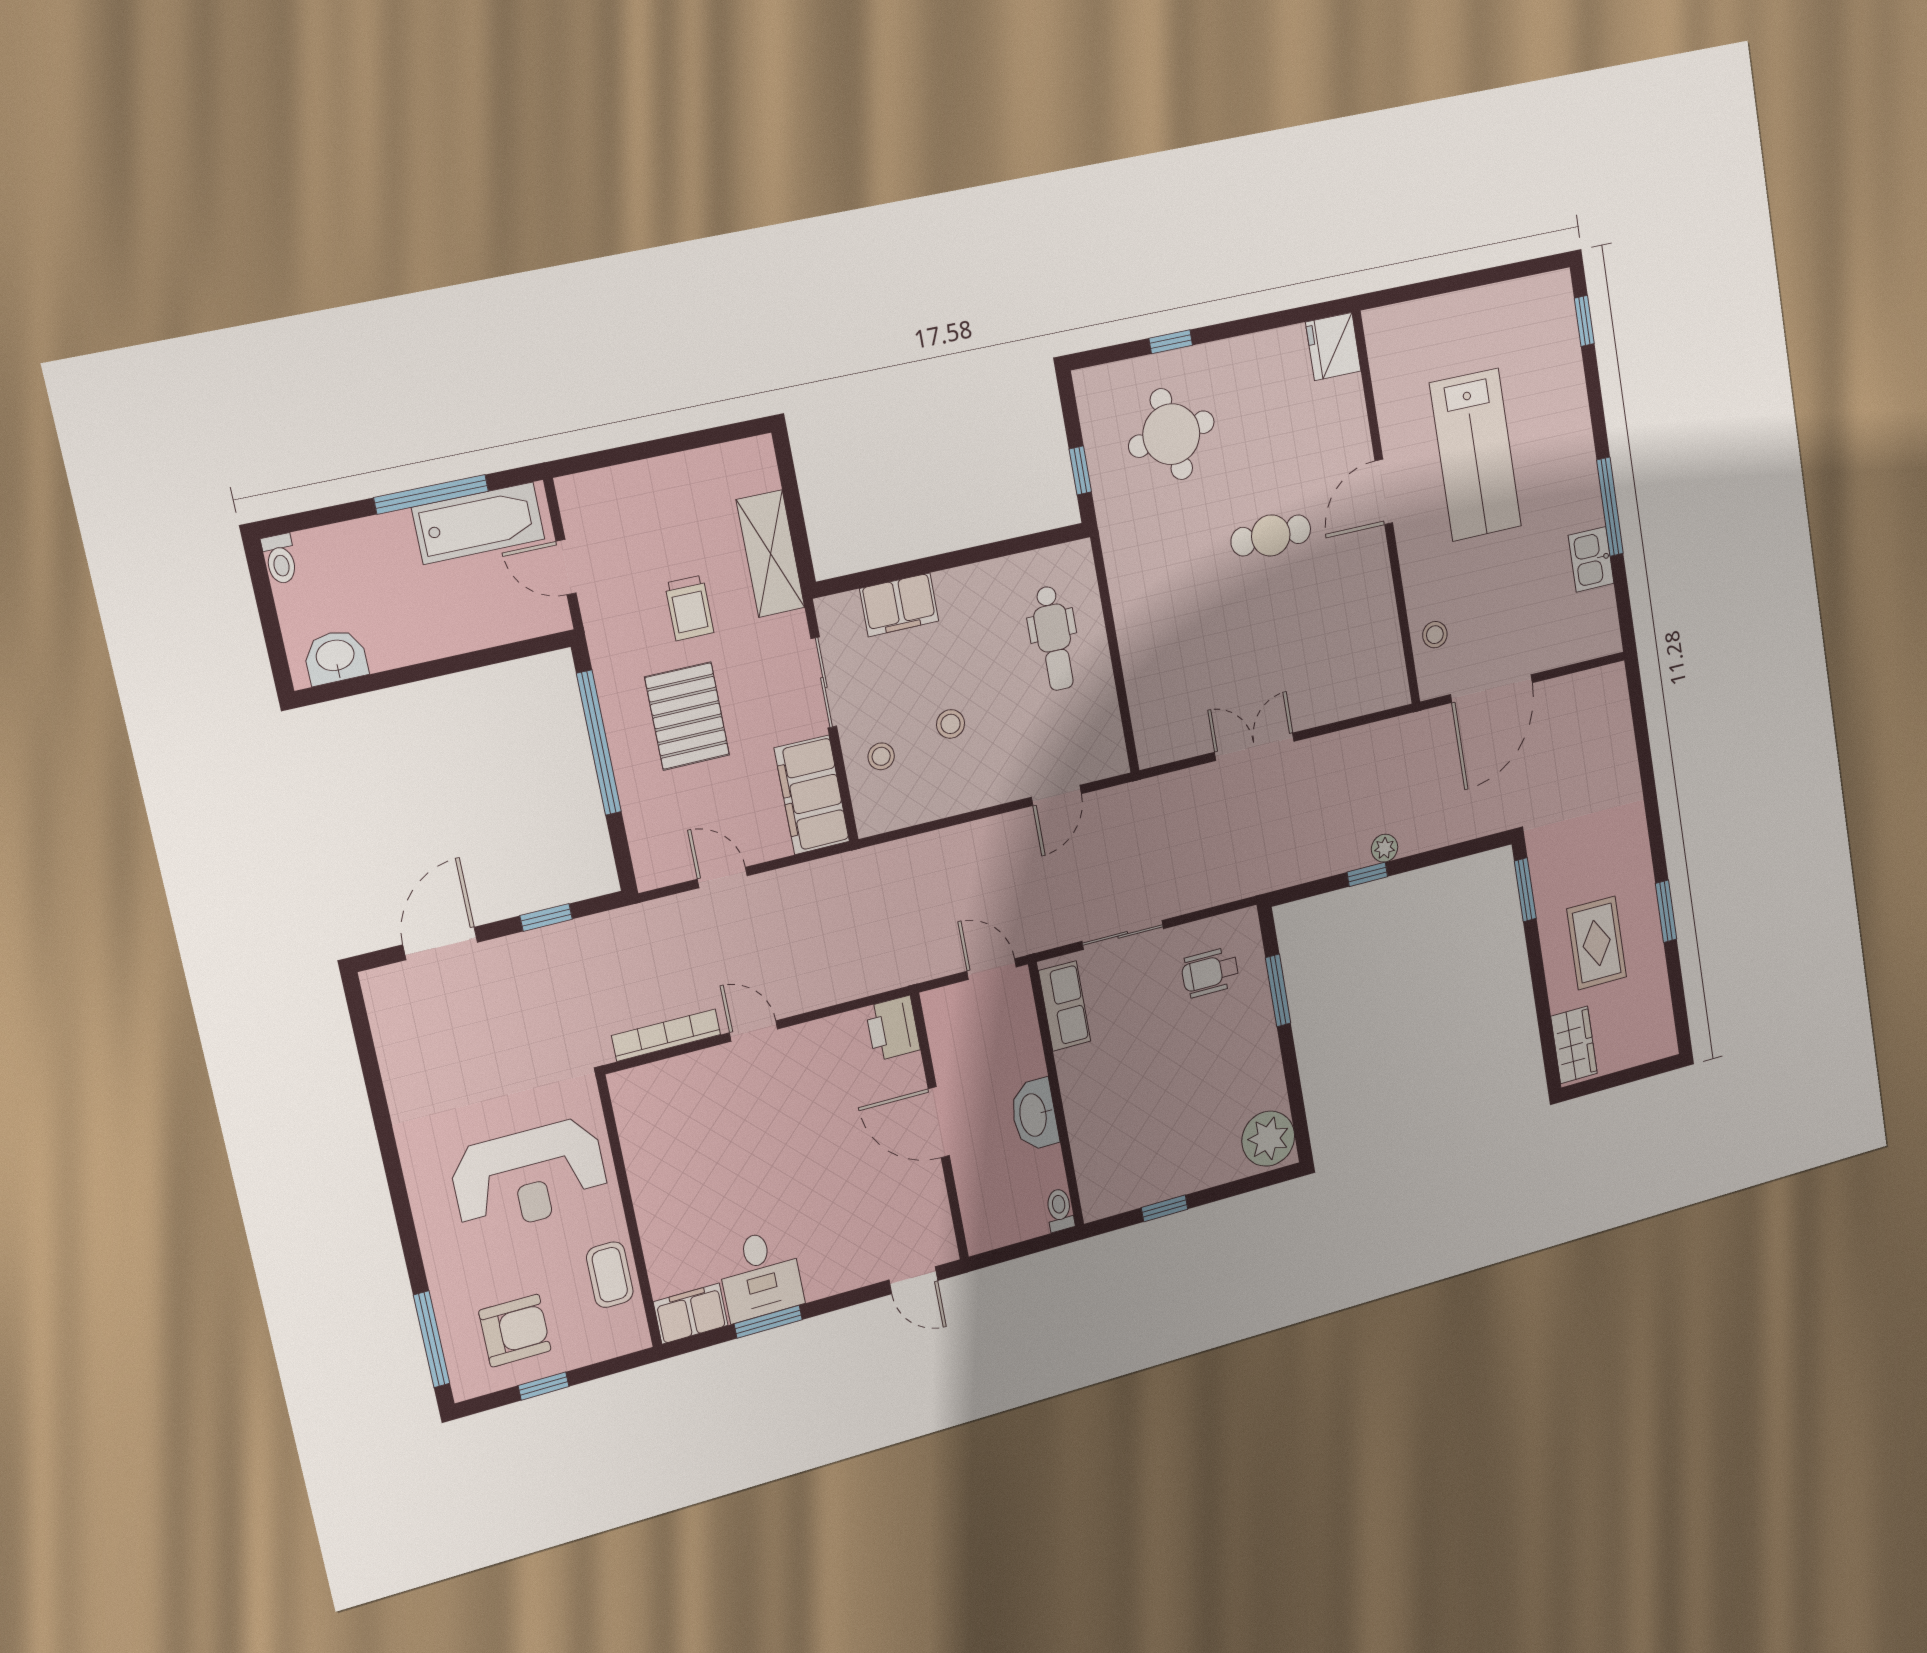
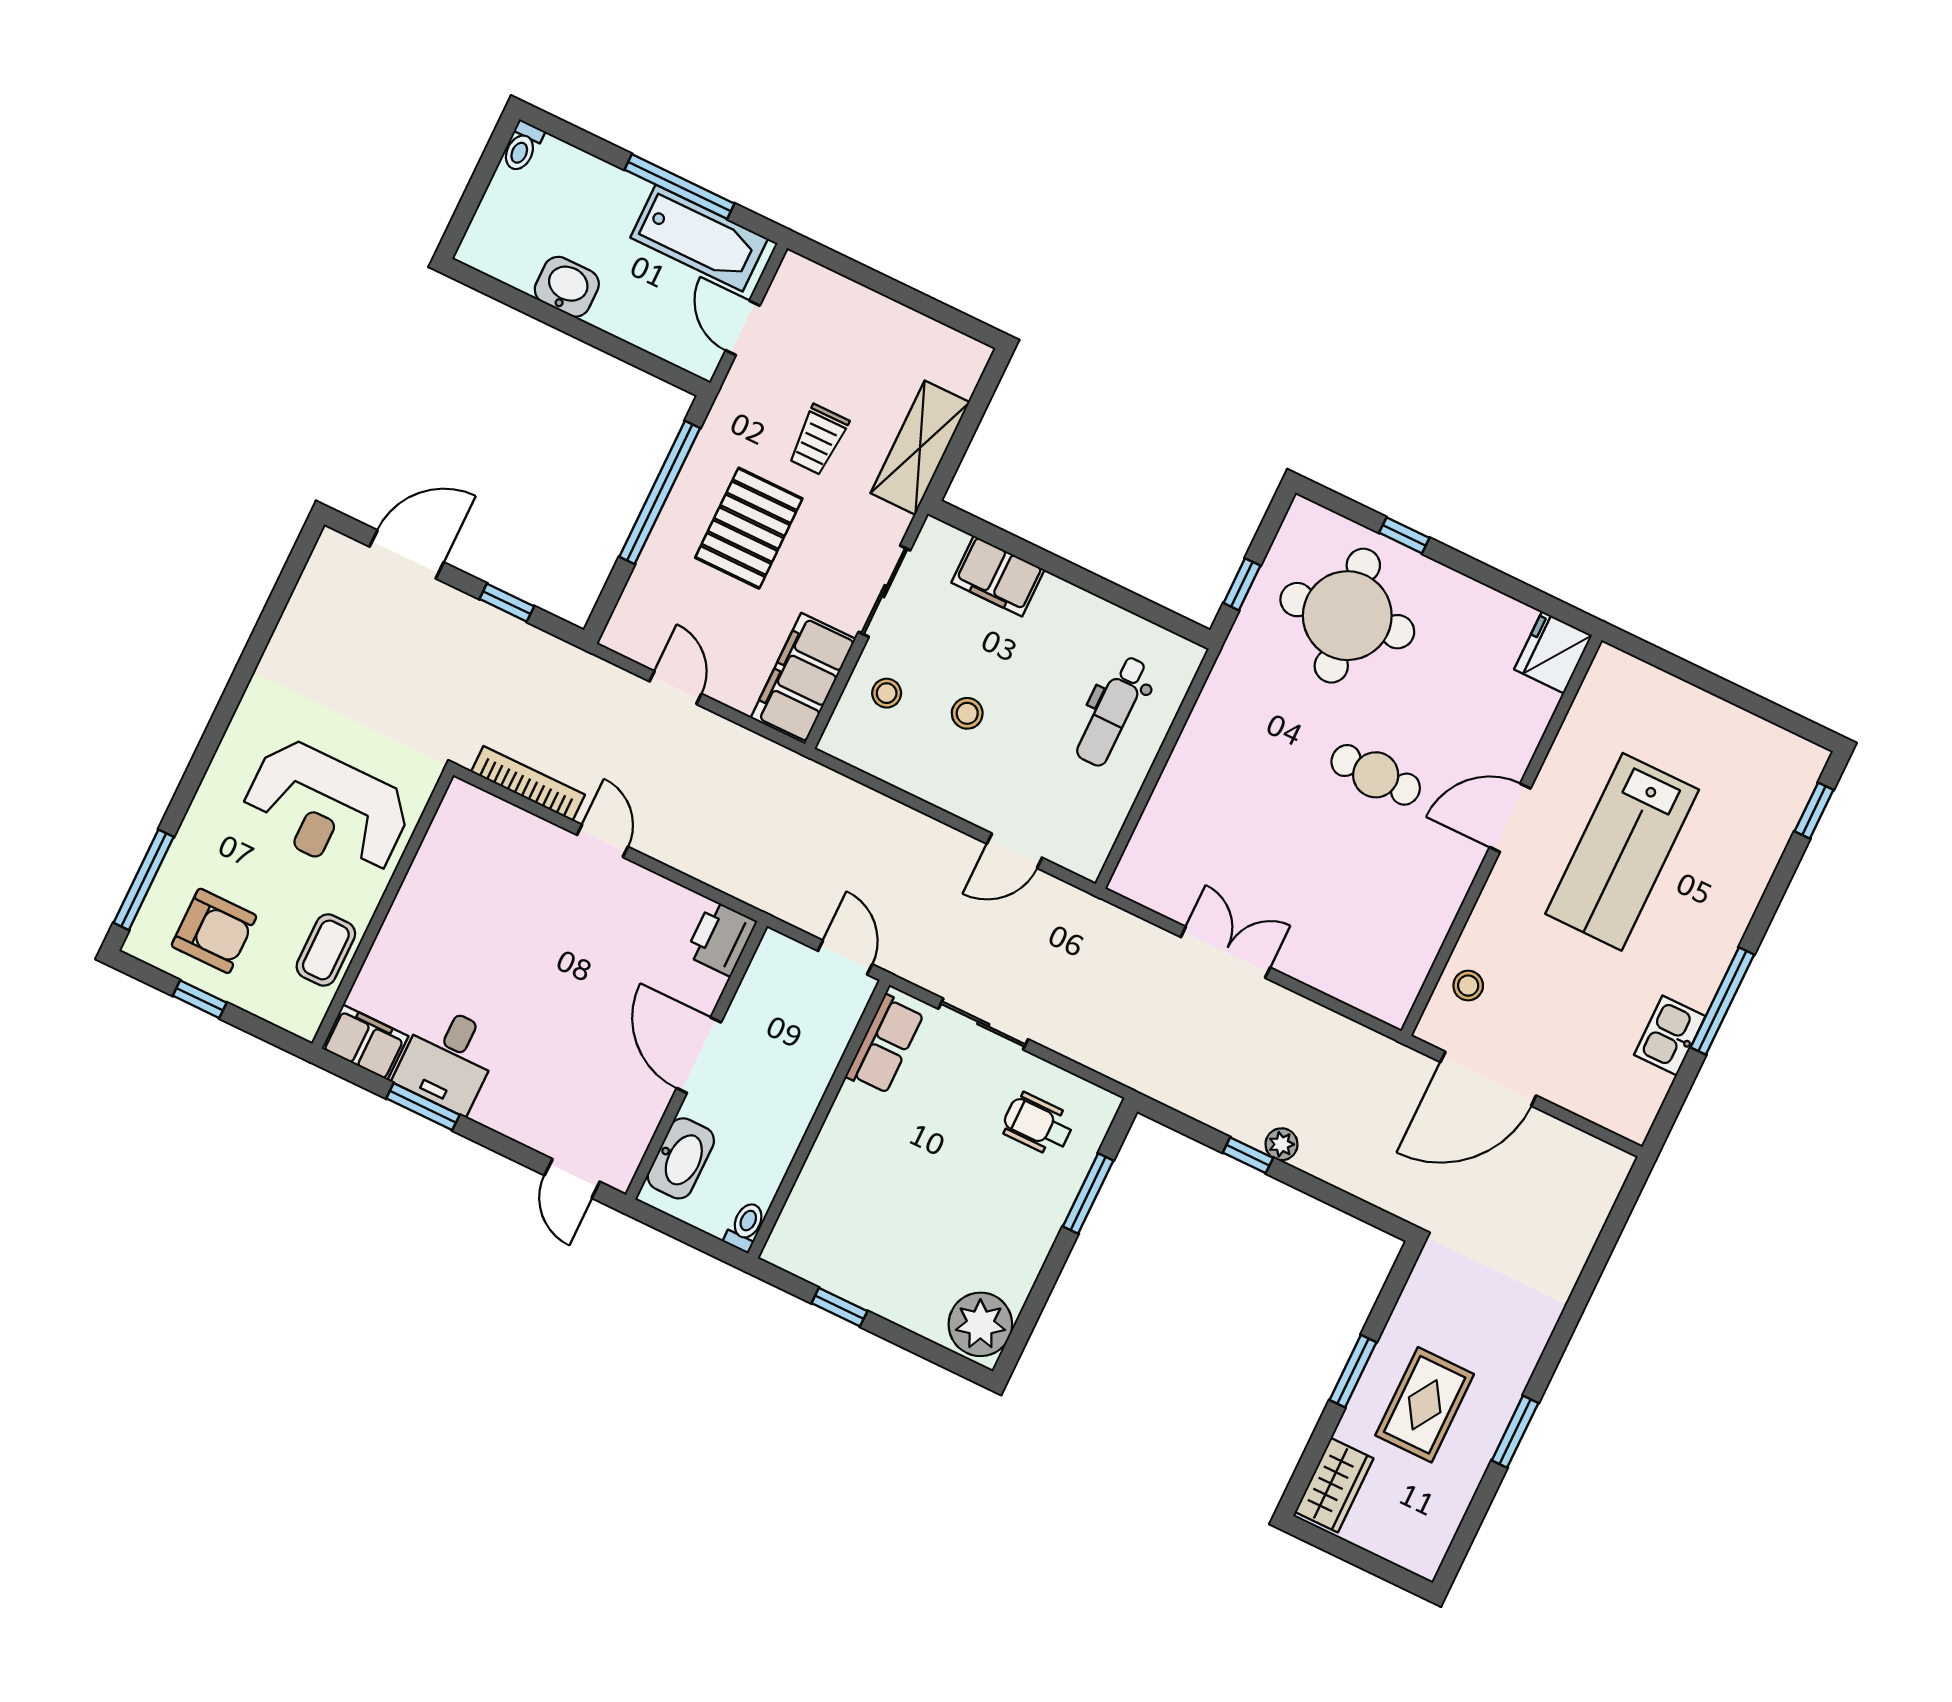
round table: (1171, 434) -> (1347, 616), width x1.36, depth x1.36
washbasin: (335, 657) -> (567, 287), moved
window: (1525, 890) -> (1353, 1371), moved
washbasin: (1034, 1115) -> (681, 1158), moved, turned 180

